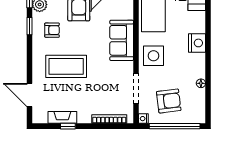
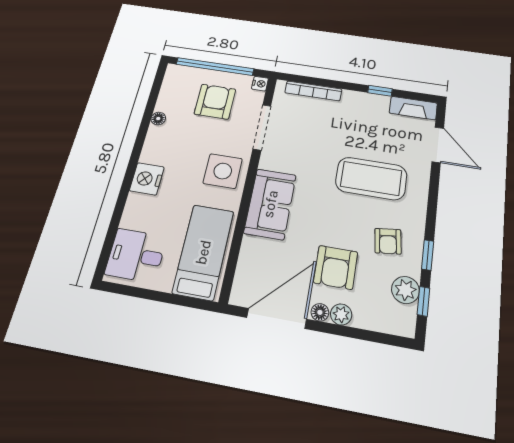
armchair: (52, 30) -> (388, 241), turned -97
armchair: (169, 101) -> (215, 102), turned 97
fireplace: (62, 117) -> (413, 108), moved

